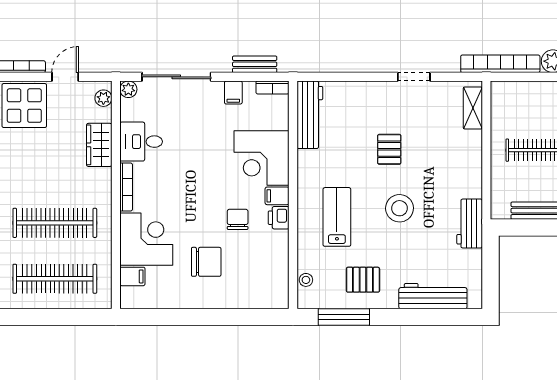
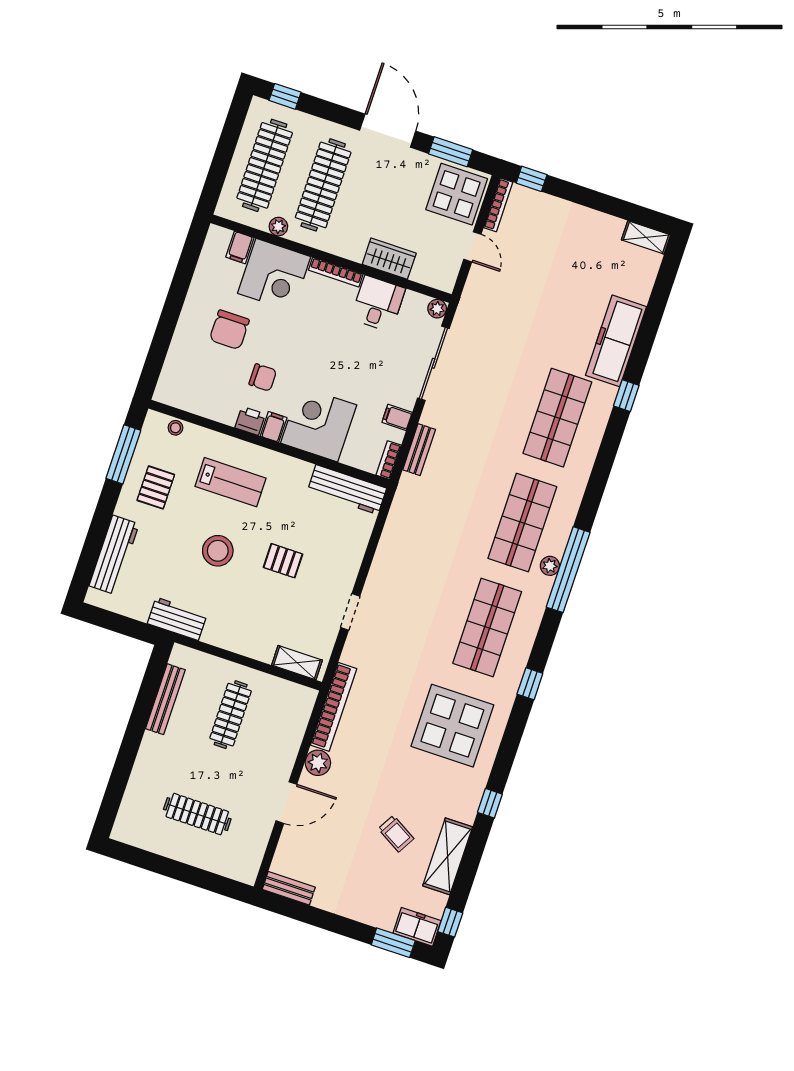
plant: (103, 98) -> (278, 227), moved

